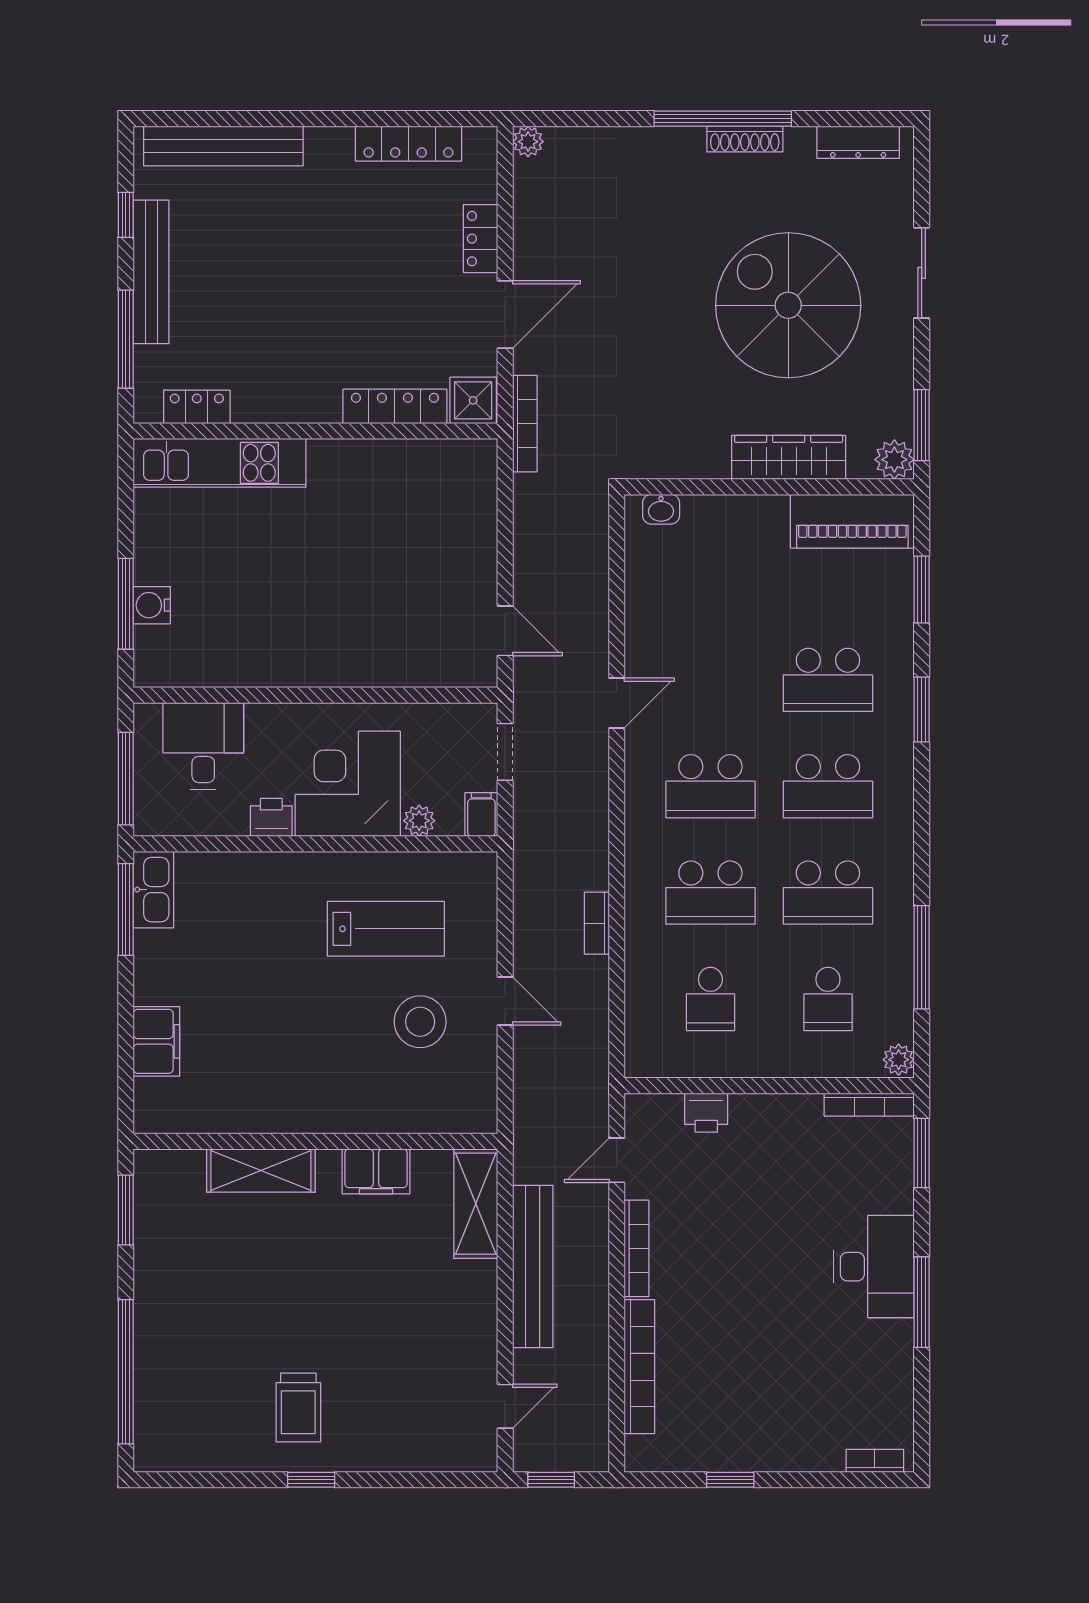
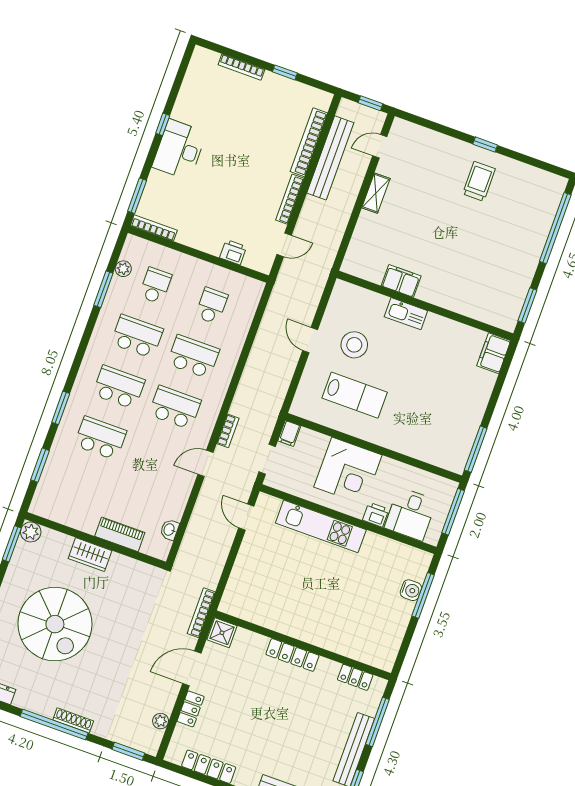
window: (567, 119) -> (128, 751), added
shoe rack: (745, 139) -> (73, 720), moved
plant: (528, 142) -> (161, 721), moved
locker: (395, 406) -> (292, 655), moved
wardrobe: (789, 457) -> (90, 555), width x0.67
kitchen unit: (220, 463) -> (321, 526), moved, turned 180
washbasin: (661, 509) -> (169, 530), moved, turned -90
piano: (852, 521) -> (120, 534), moved, width x0.73, depth x0.75
printer: (271, 817) -> (376, 515), moved, turned 180
plant: (419, 821) -> (320, 441), removed
kitchen sink: (153, 890) -> (406, 314), moved, turned -90
bookcase: (597, 923) -> (228, 431), moved
lab bench: (386, 929) -> (355, 395), turned 180
window: (922, 957) -> (103, 289), width x0.69
filing cabinet: (156, 1041) -> (494, 353), moved
plant: (899, 1060) -> (123, 269), moved
shelving: (261, 1171) -> (456, 301), removed
shelving: (476, 1204) -> (376, 193), moved, width x0.67, depth x0.75
bench: (533, 1266) -> (330, 158), moved
window: (922, 1302) -> (163, 124), width x0.46
bookcase: (875, 1461) -> (241, 67), moved, width x1.56

